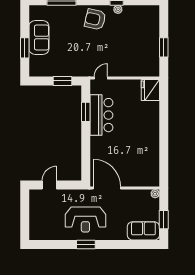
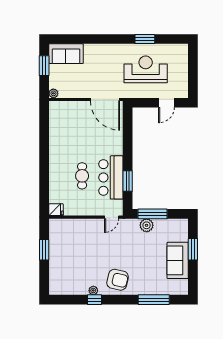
plant: (68, 70) -> (147, 225), added
window: (63, 81) -> (152, 214), width x1.44
fridge: (150, 90) -> (56, 210), width x0.53, depth x0.75
cafe table: (128, 117) -> (82, 176), added
reception desk: (85, 219) -> (146, 69), moved
window: (86, 245) -> (145, 39), moved

